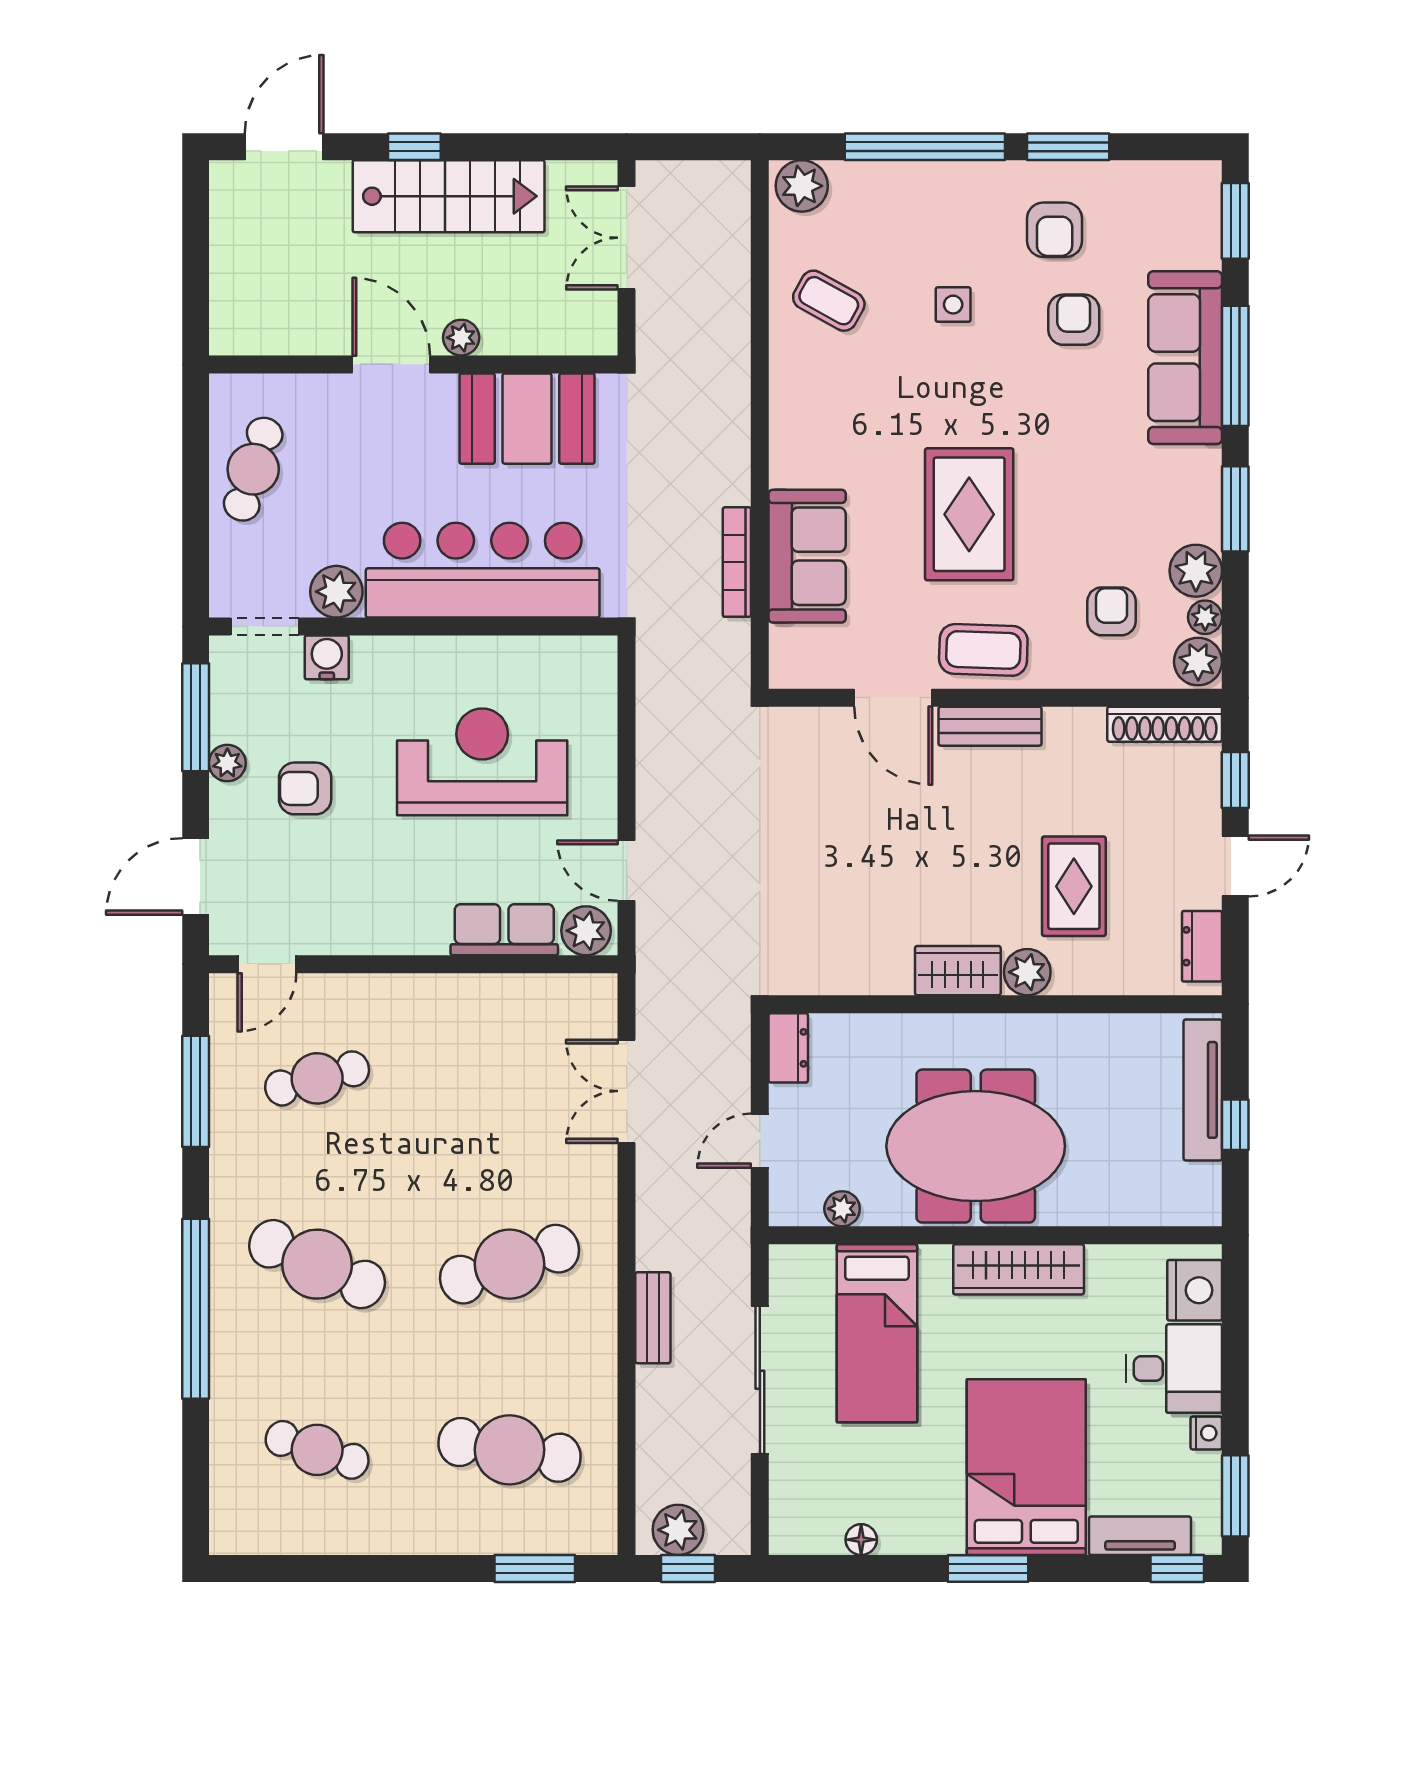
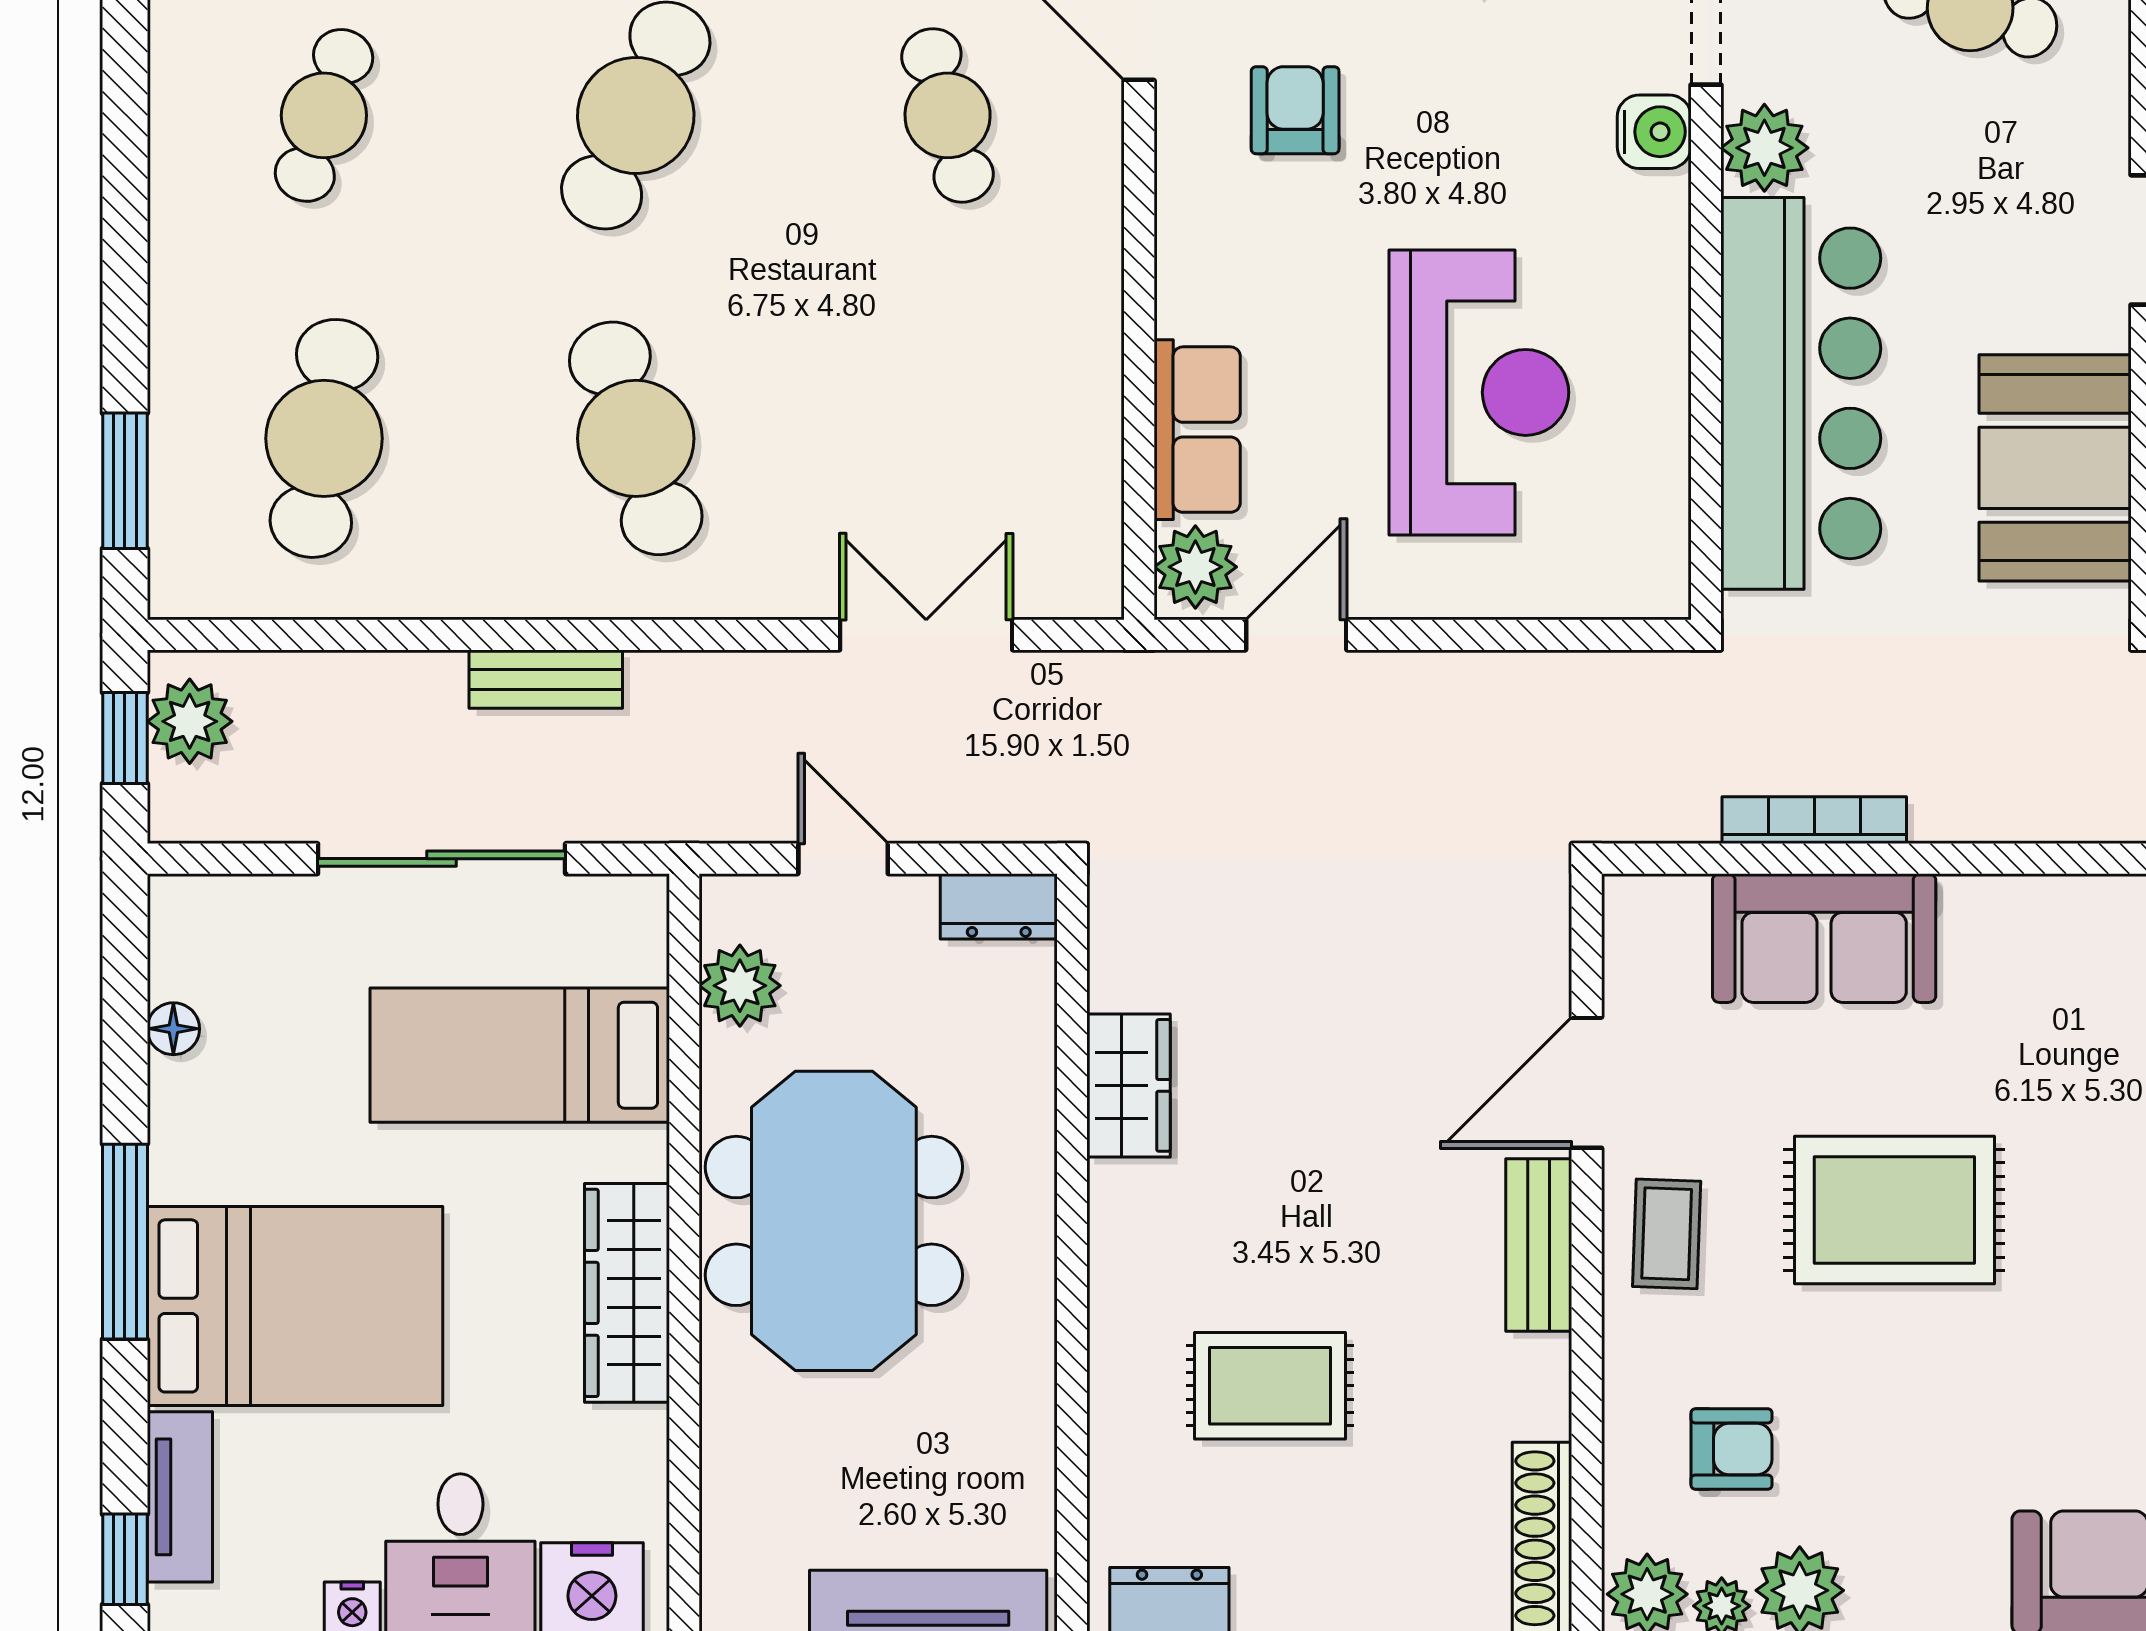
coffee table: (983, 650) -> (1667, 1234), width x0.73, depth x0.77
armchair: (305, 788) -> (1295, 110), moved
wardrobe: (958, 971) -> (1129, 1085), moved
plant: (1027, 972) -> (1126, 1308), removed
plant: (842, 1209) -> (740, 986), width x1.38, depth x1.38
window: (988, 1568) -> (125, 1242), width x1.44

